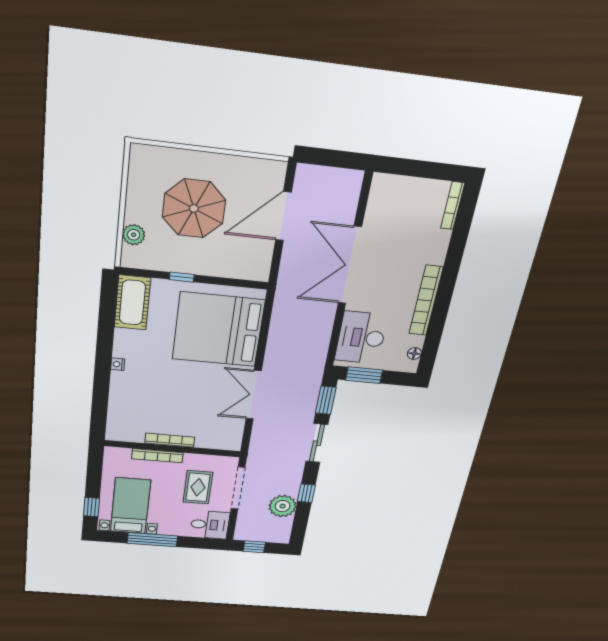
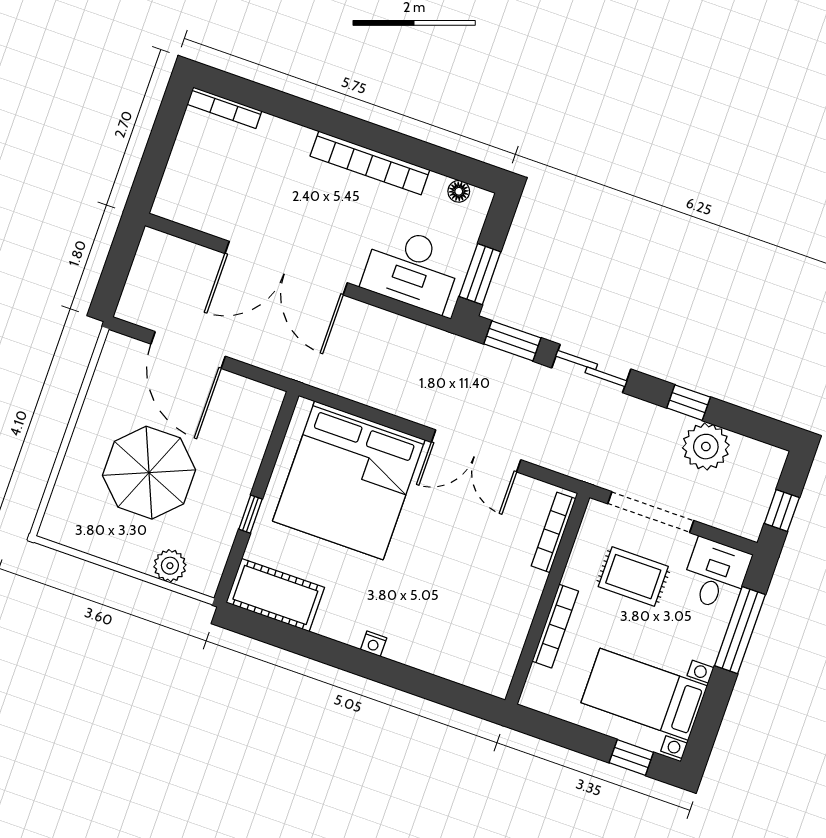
bookcase: (170, 440) -> (553, 532), moved
window: (152, 540) -> (740, 630), moved

